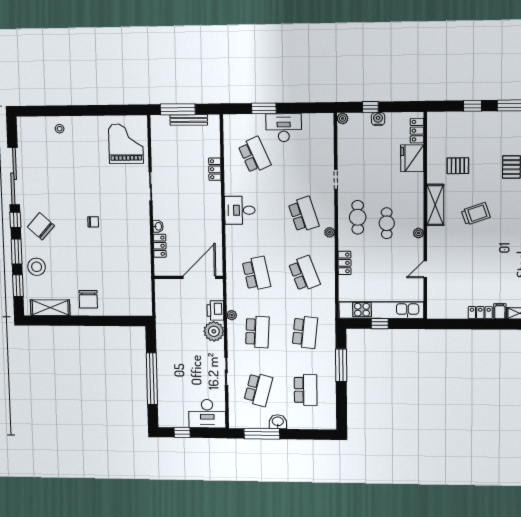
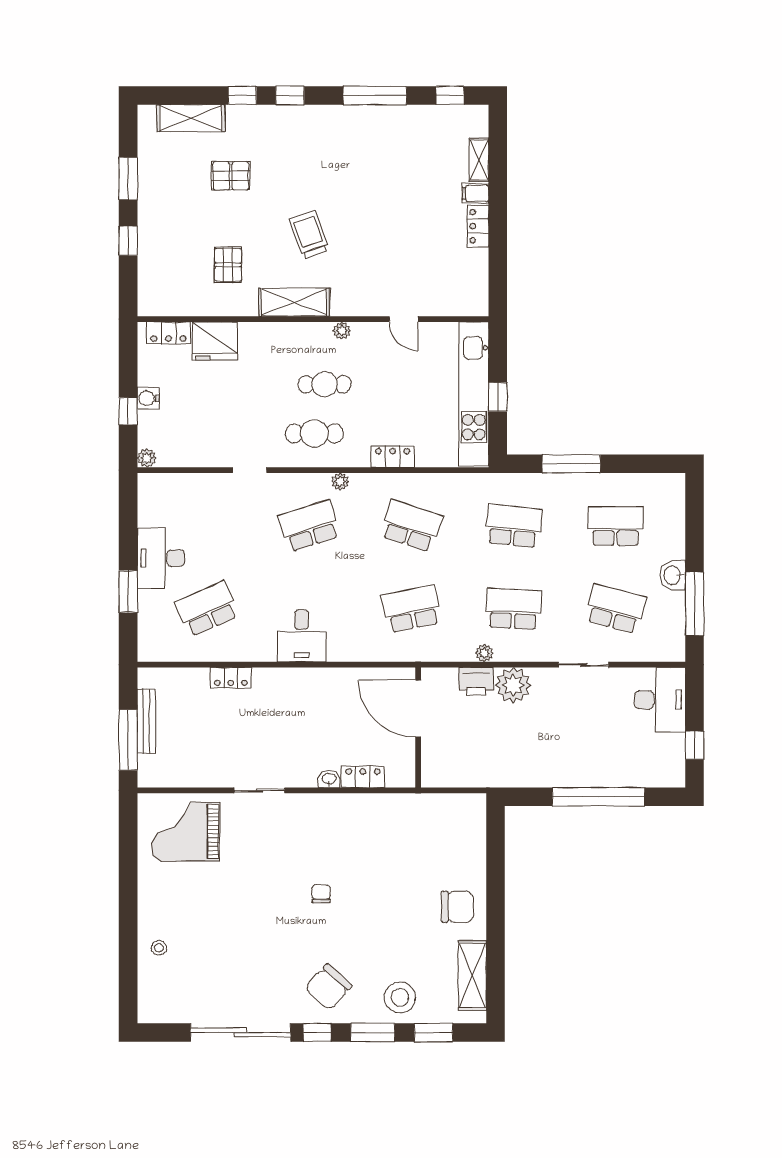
school desk: (304, 274) -> (411, 526), turned 39

